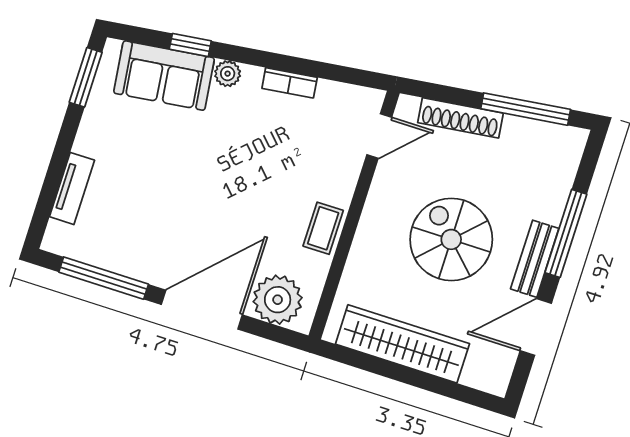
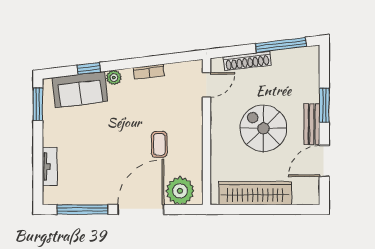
coffee table: (323, 228) -> (159, 144), moved
window: (566, 233) -> (324, 105), width x0.69

